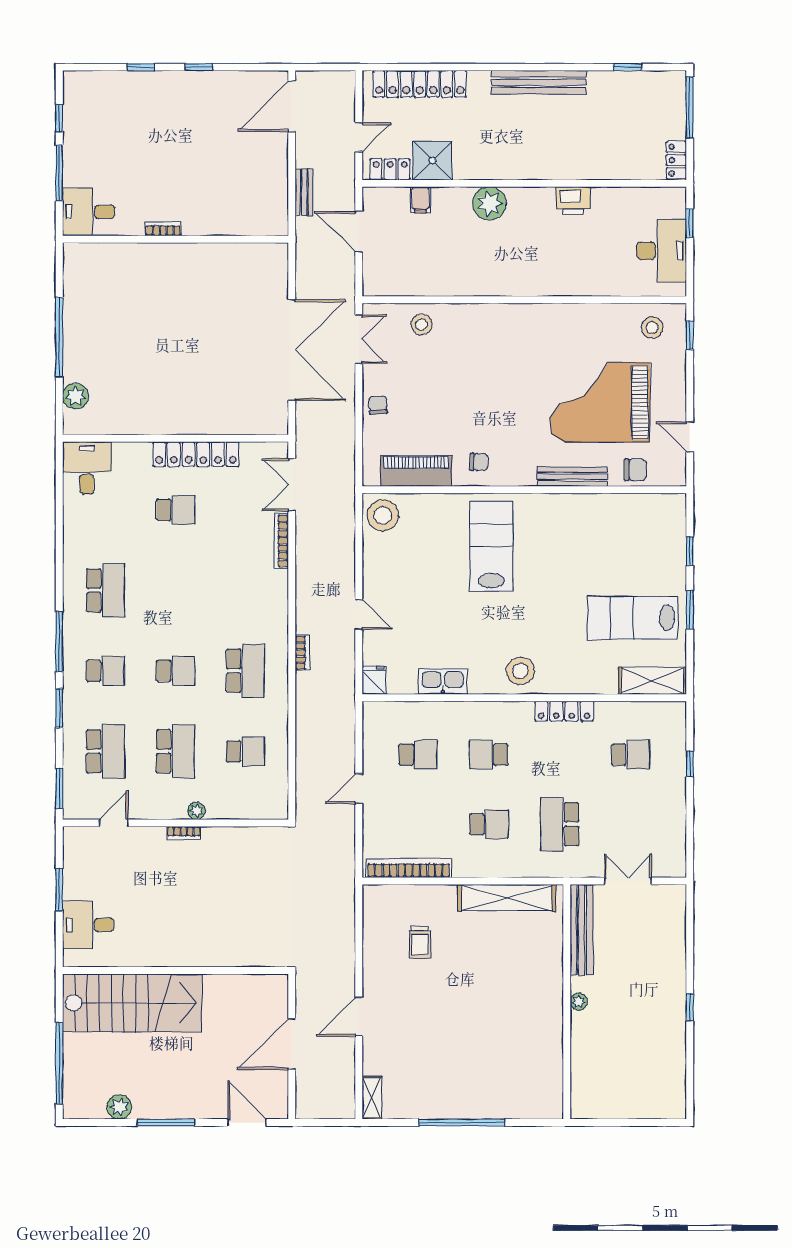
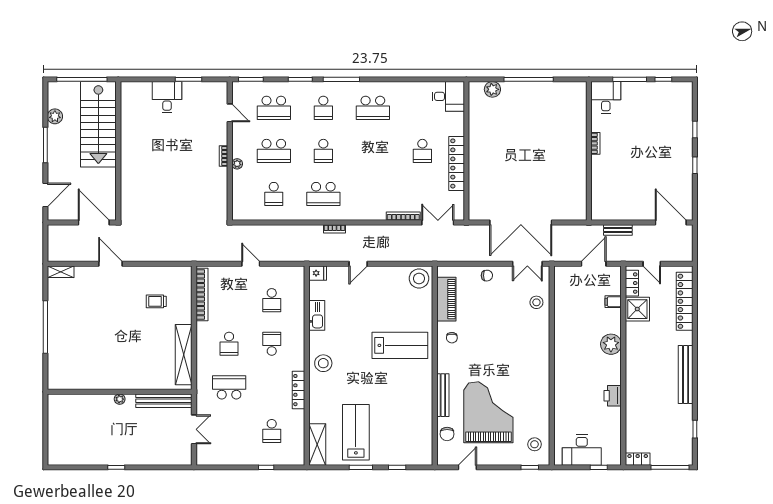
wall: (175, 970) -> (118, 151), moved
stairs: (132, 1003) -> (98, 124), moved

